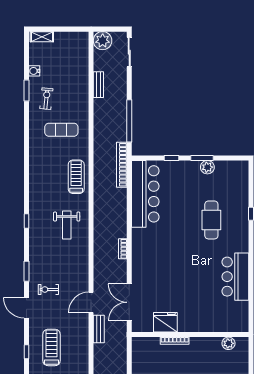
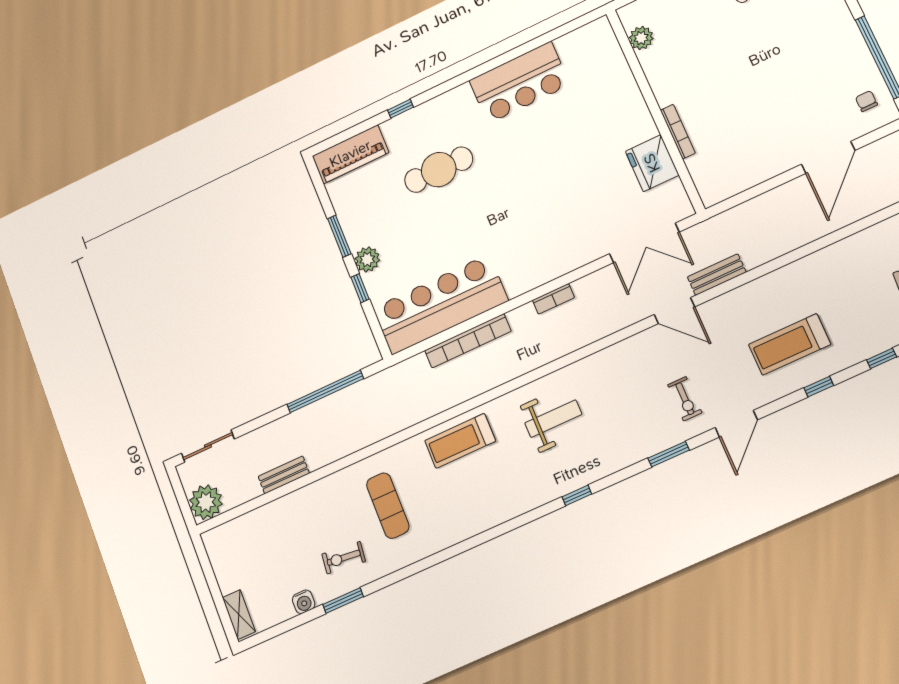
bookcase: (122, 165) -> (468, 341), moved
plant: (207, 167) -> (367, 259), moved
piano: (240, 180) -> (350, 154), added

